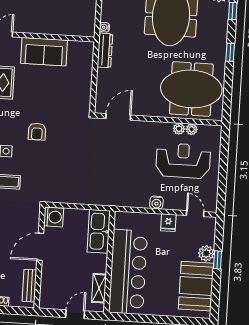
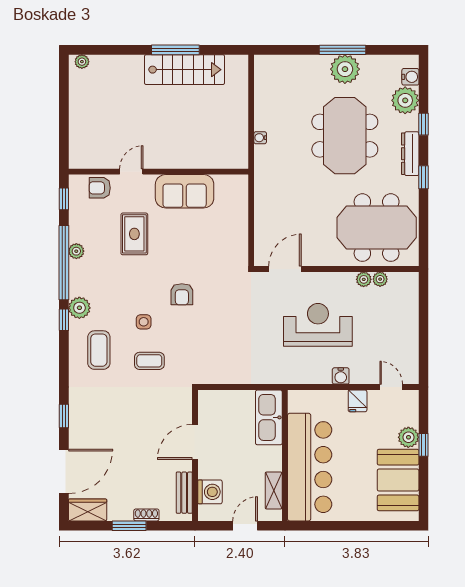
water cooler: (104, 27) -> (260, 138), moved
dresser: (105, 50) -> (410, 154), moved, turned 180
reception desk: (183, 161) -> (318, 325), moved
washing machine: (54, 217) -> (210, 492), moved

